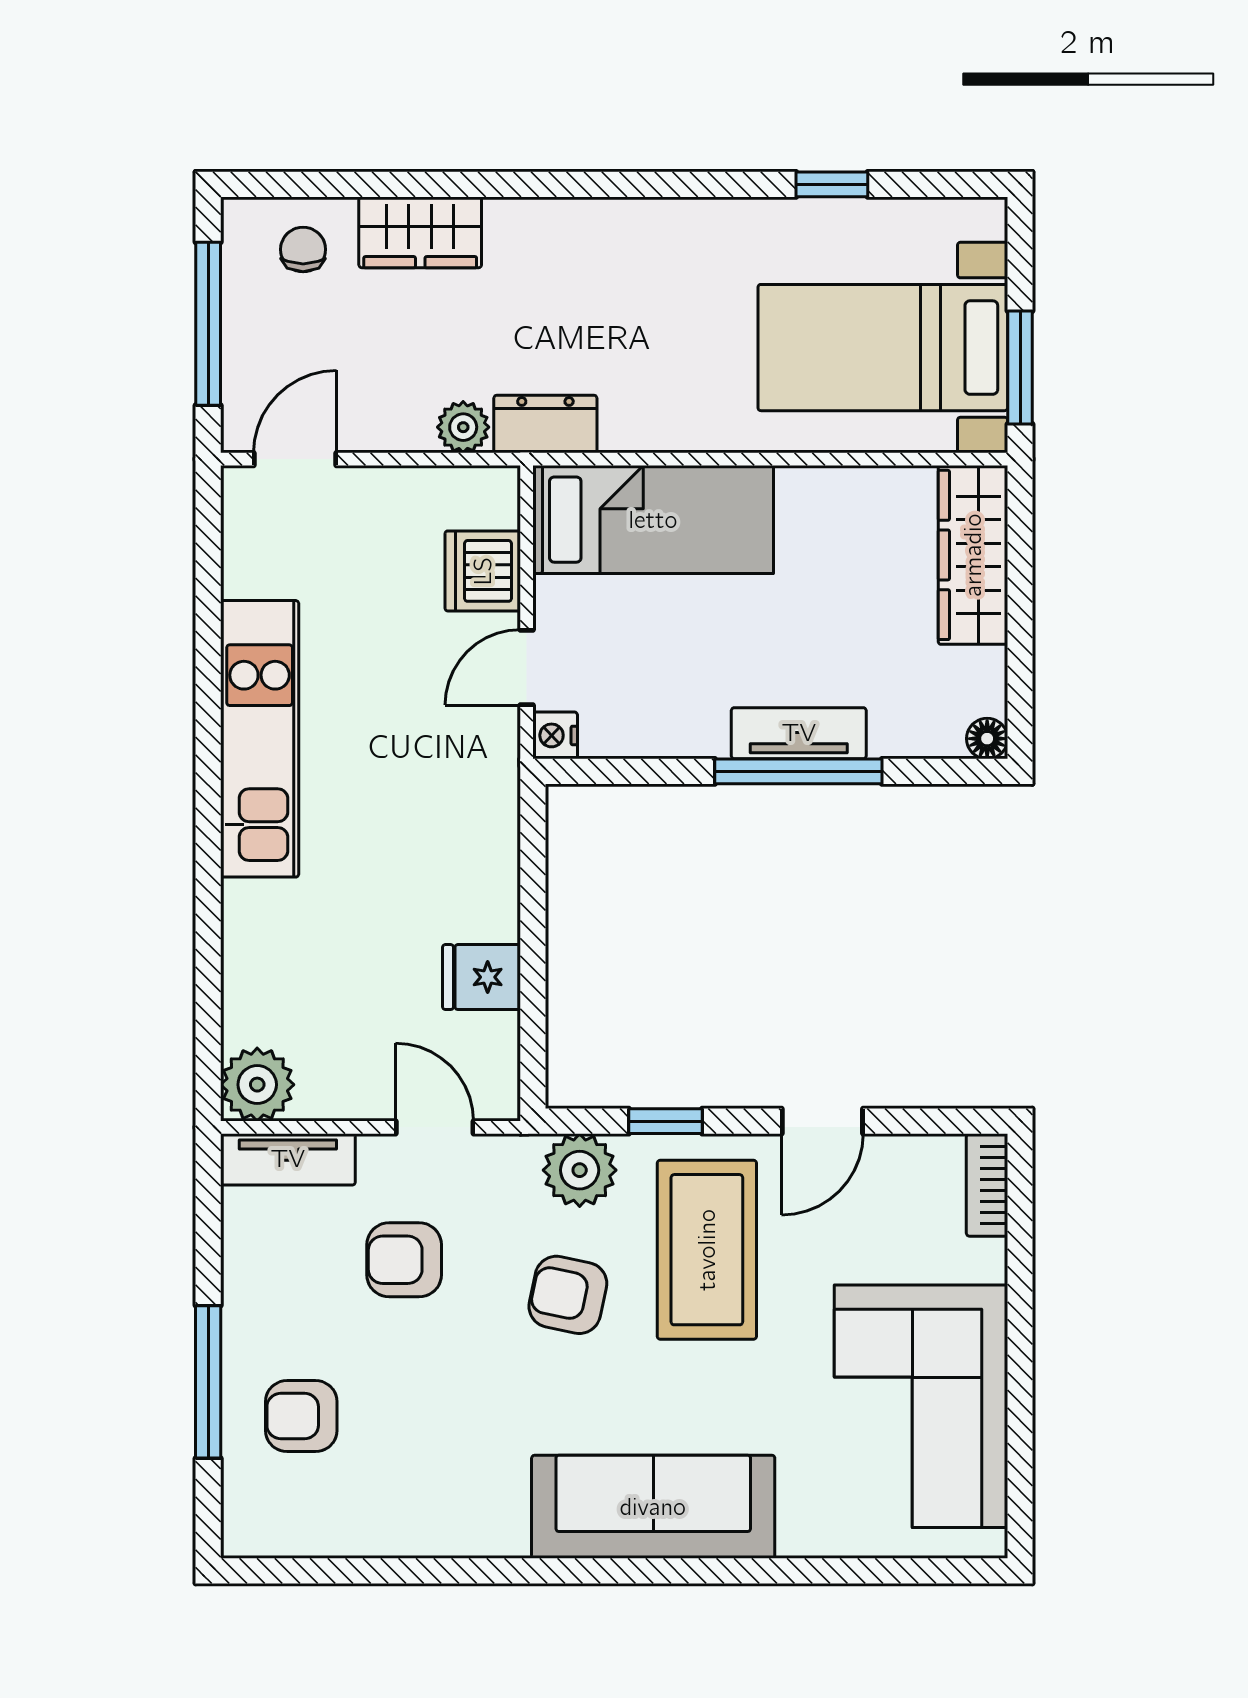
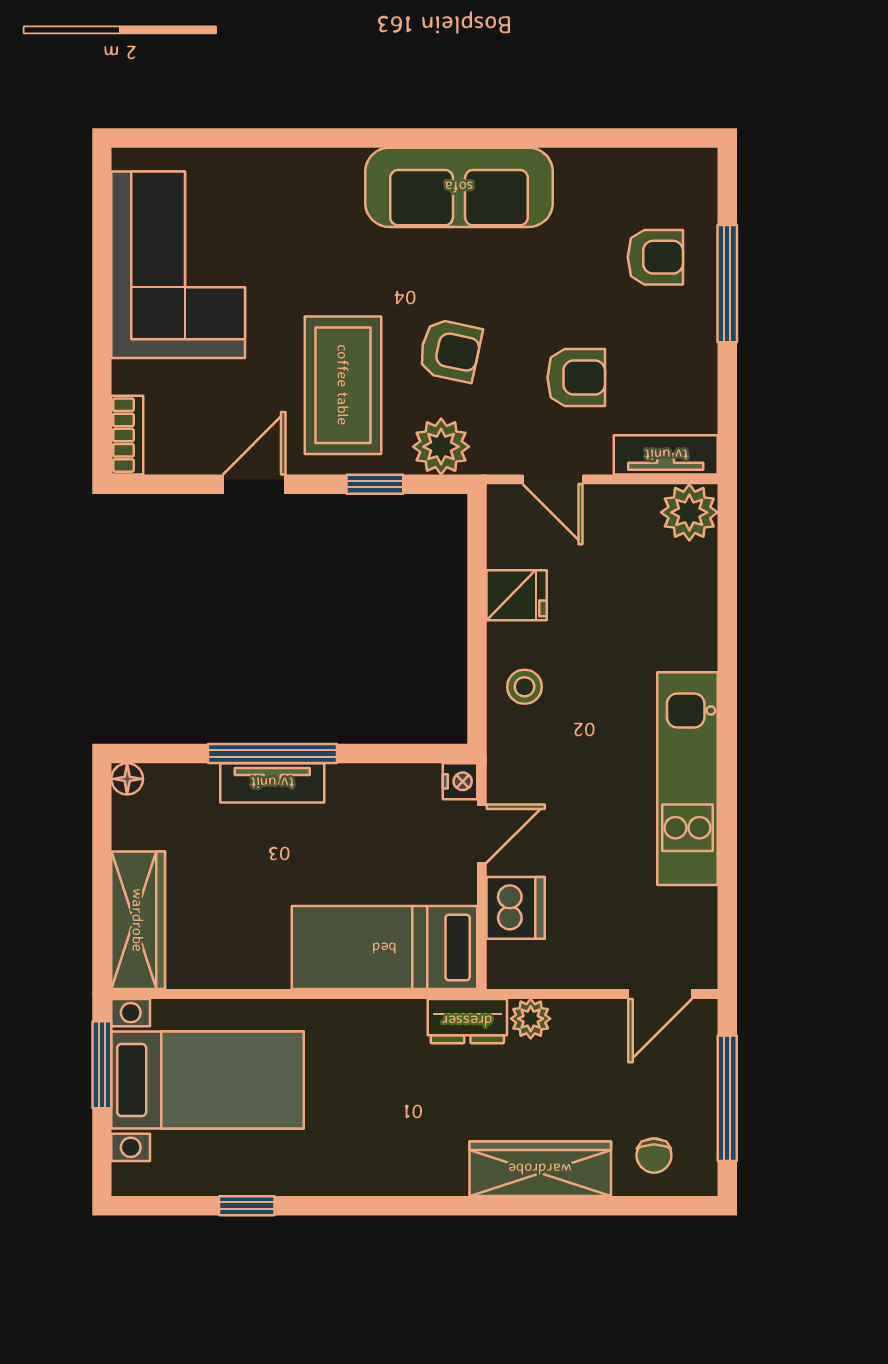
wardrobe: (420, 232) -> (540, 1169), width x1.50
stool: (471, 858) -> (525, 687), added
sofa: (653, 1507) -> (459, 187), moved

